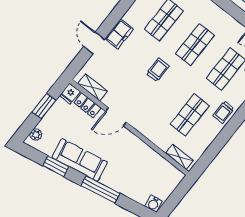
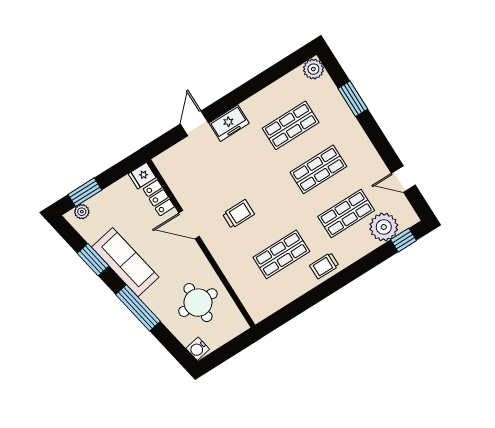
trolley: (158, 70) -> (238, 214), moved
shelving: (93, 88) -> (173, 178), removed
window: (44, 106) -> (85, 192), moved
shelving: (179, 157) -> (250, 302), removed
round table: (142, 170) -> (198, 303), added

